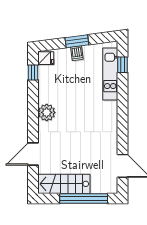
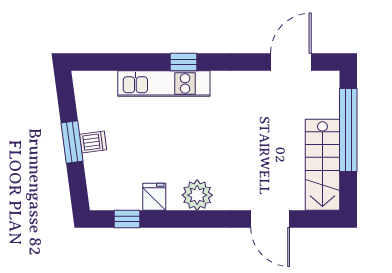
fridge: (46, 58) -> (154, 197), moved
window: (122, 65) -> (183, 62), moved
kitchen unit: (110, 74) -> (164, 83), moved

